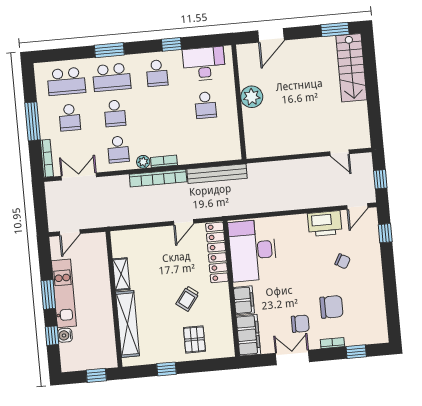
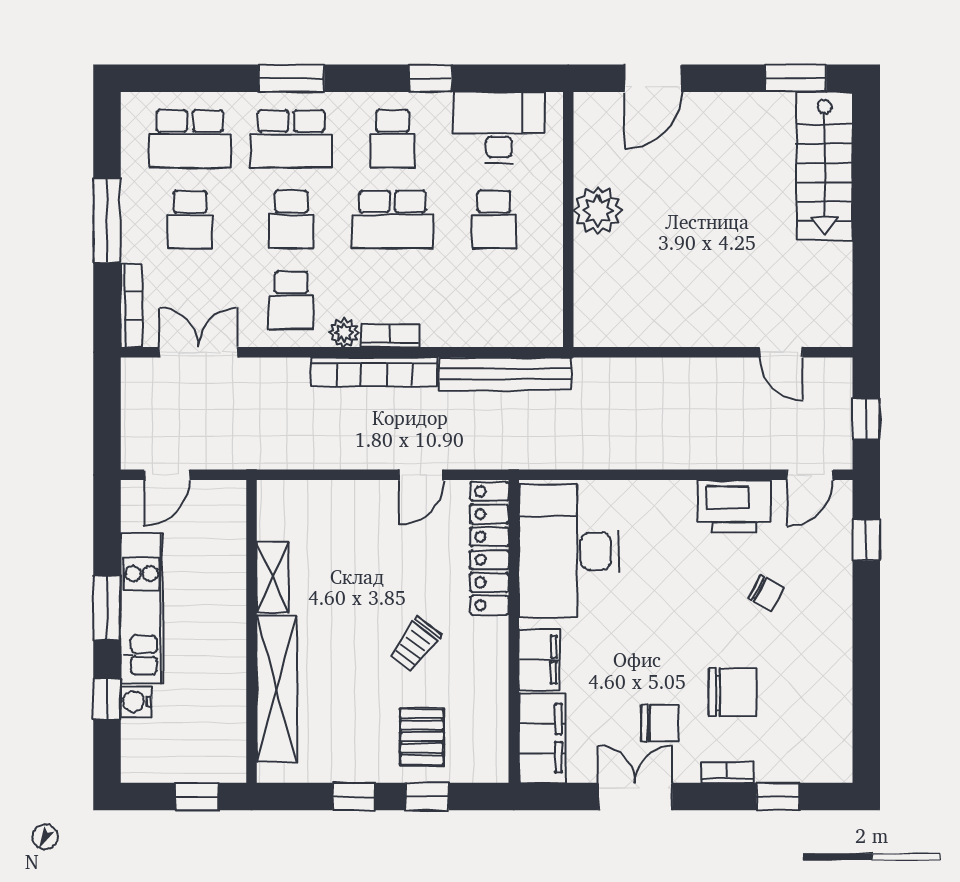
school desk: (160, 109) -> (392, 219), added
window: (199, 366) -> (427, 797), added

